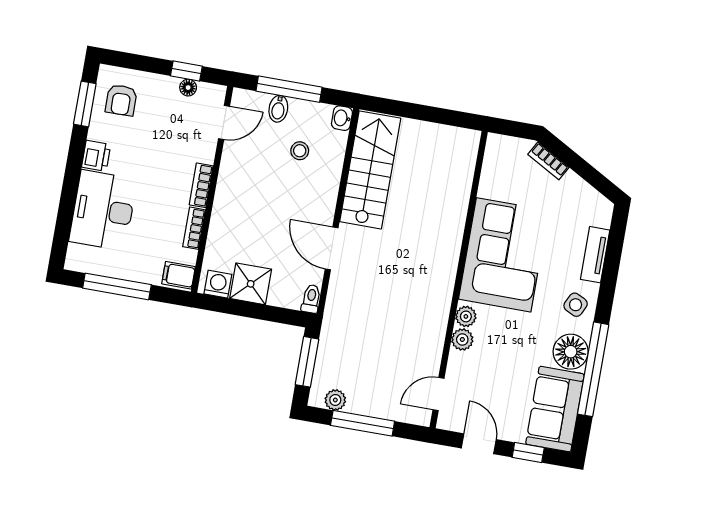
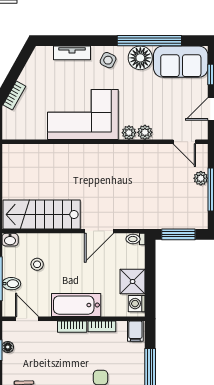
bathtub: (231, 197) -> (76, 305), added
plant: (335, 400) -> (201, 178), moved

